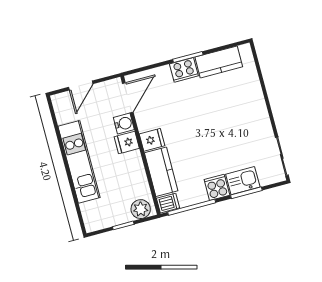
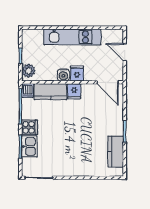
cooker: (184, 70) -> (117, 126), removed
water cooler: (124, 124) -> (63, 75), moved

